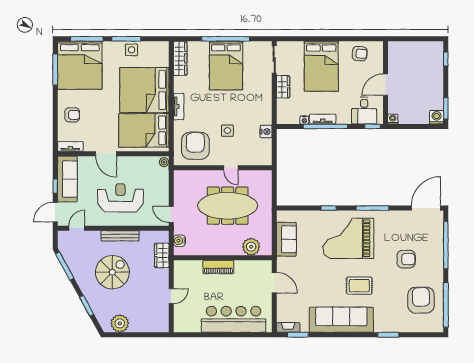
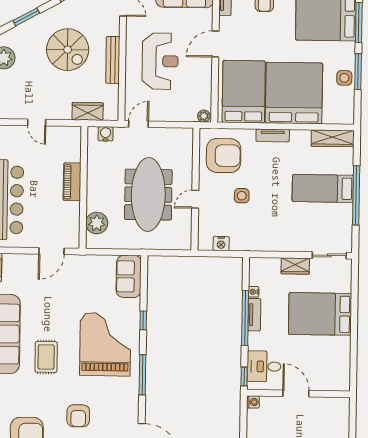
armchair: (360, 54) -> (335, 362), removed
bed: (226, 66) -> (323, 188), width x0.67
nightstand: (266, 132) -> (221, 244), moved
sofa: (286, 239) -> (129, 276), moved, turned 90

